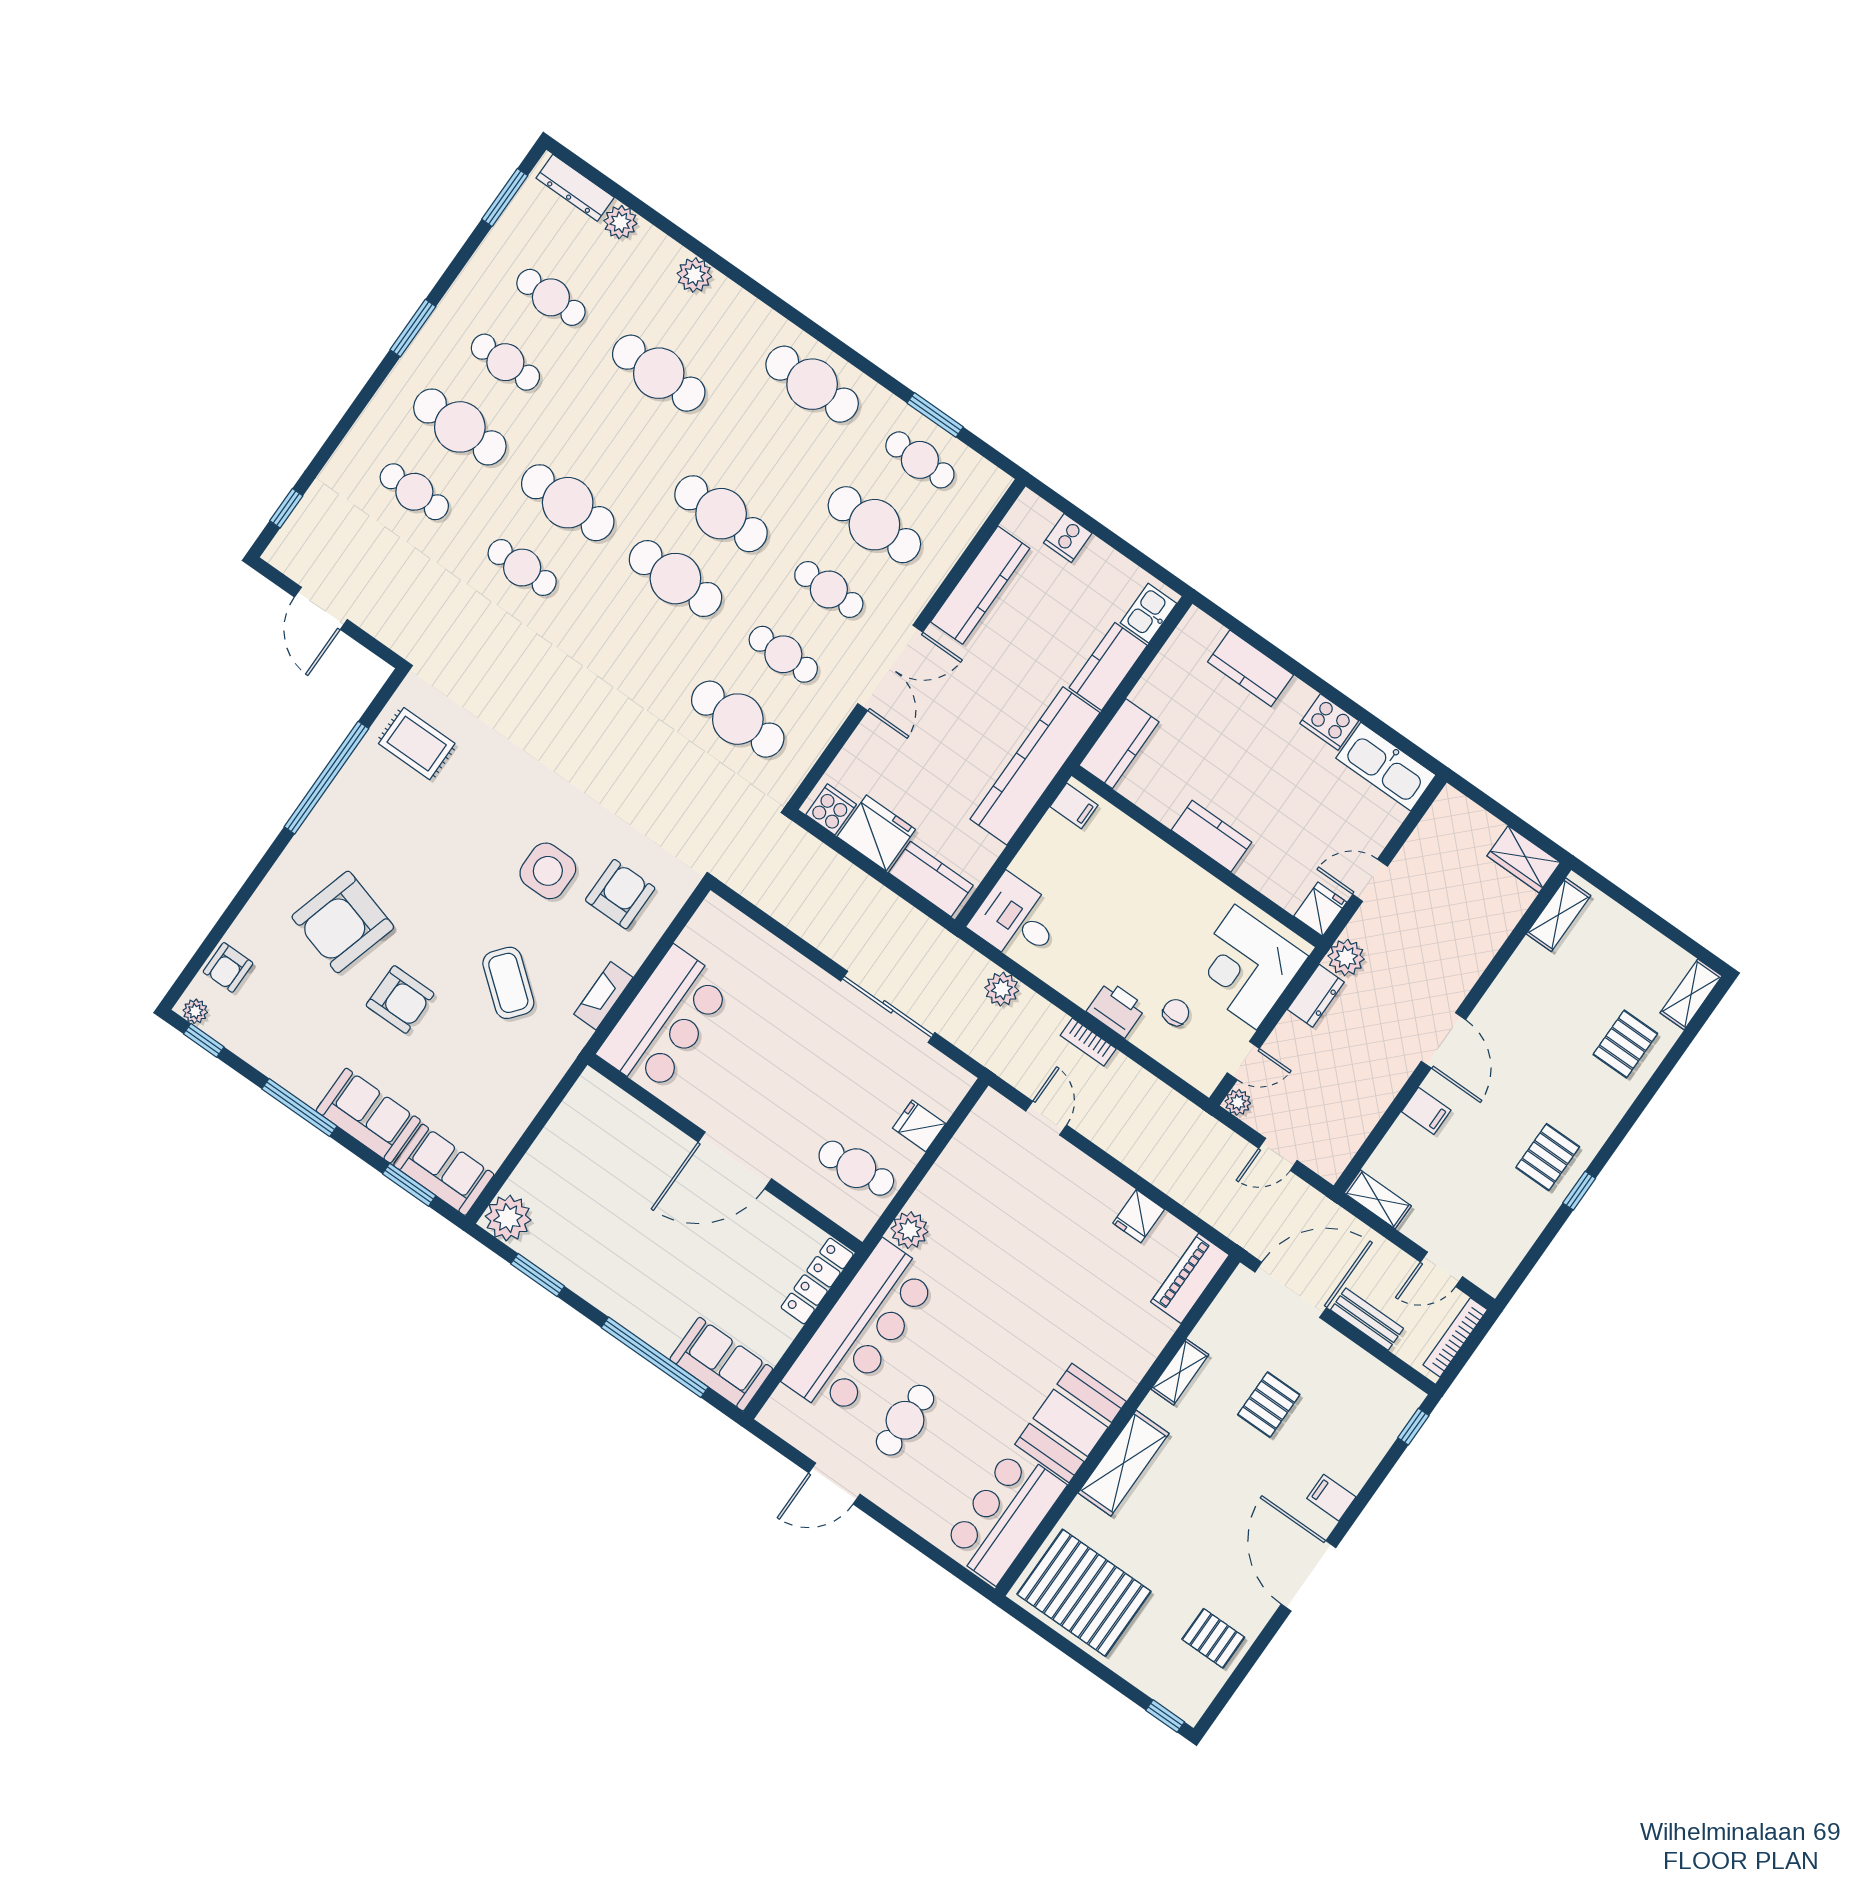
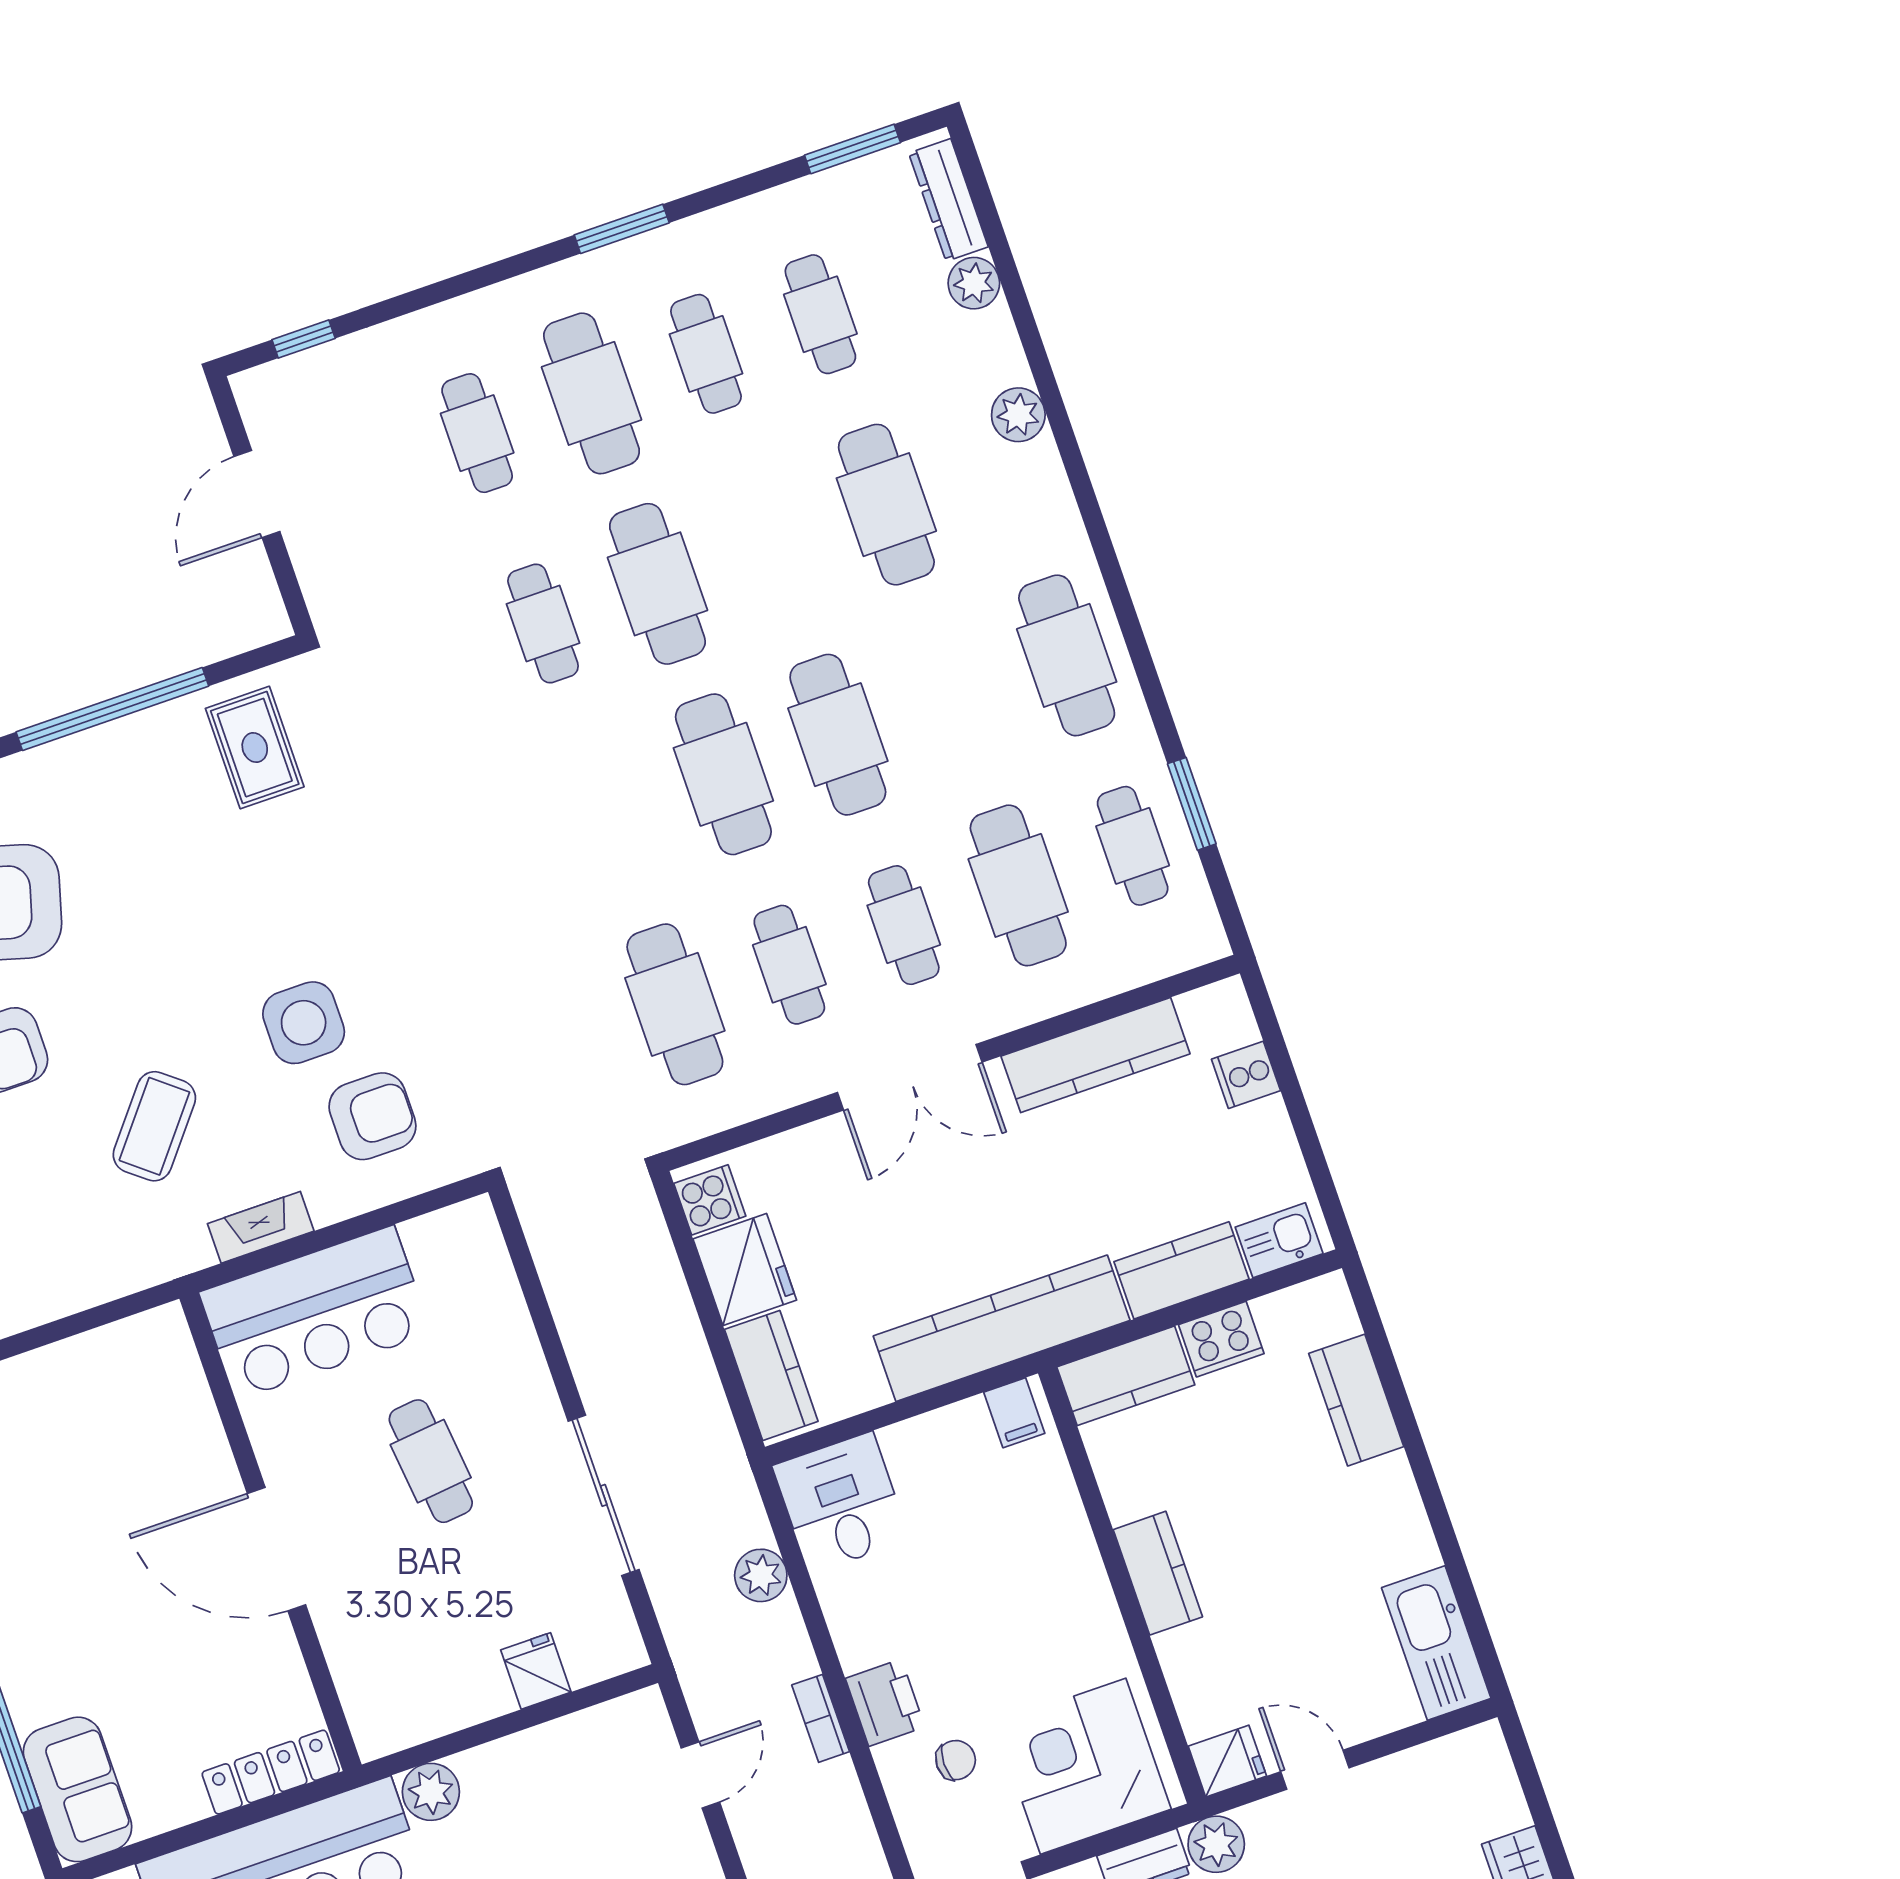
cooker: (1329, 722) -> (1221, 1339), moved, turned -90
cafe table: (856, 1168) -> (431, 1461), moved

